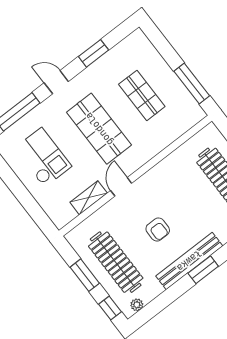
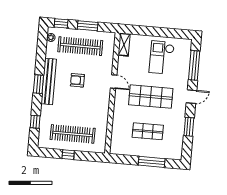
window: (192, 83) -> (152, 162), moved
checkout: (43, 157) -> (162, 57), turned 90
shelving: (89, 198) -> (124, 45), moved

